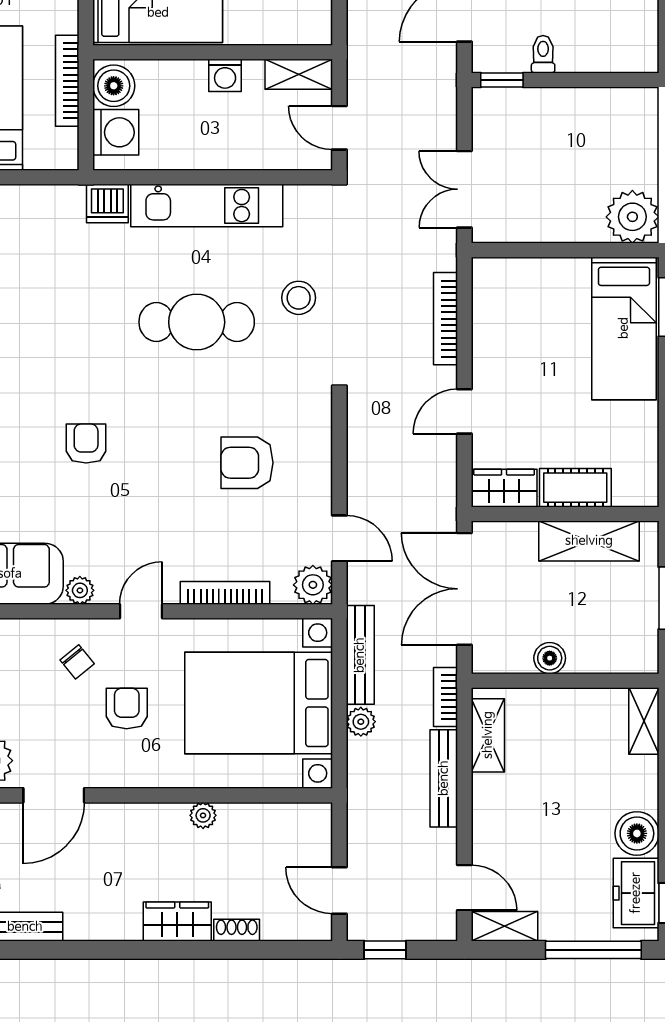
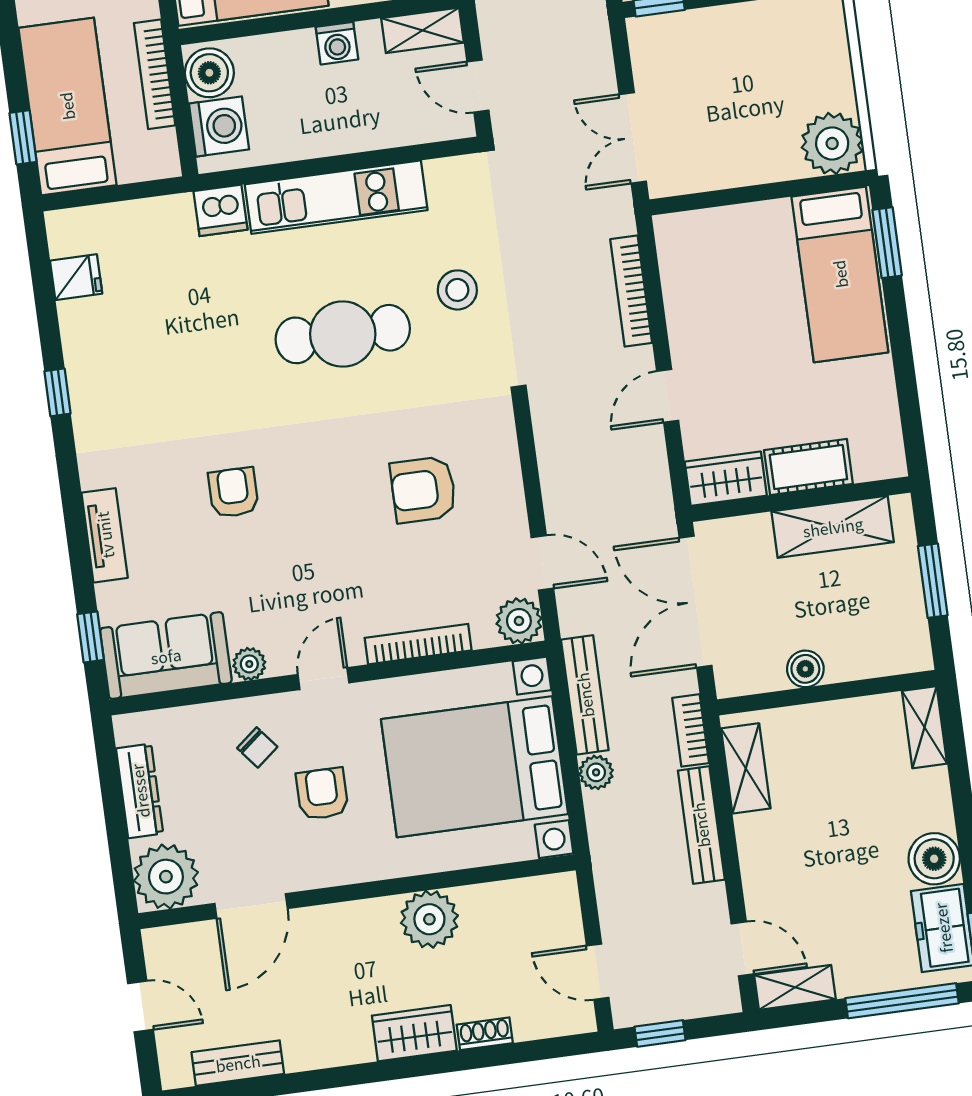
plant: (203, 815) -> (429, 919), width x1.88, depth x1.88

